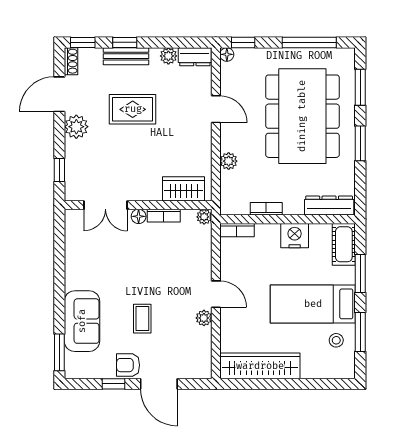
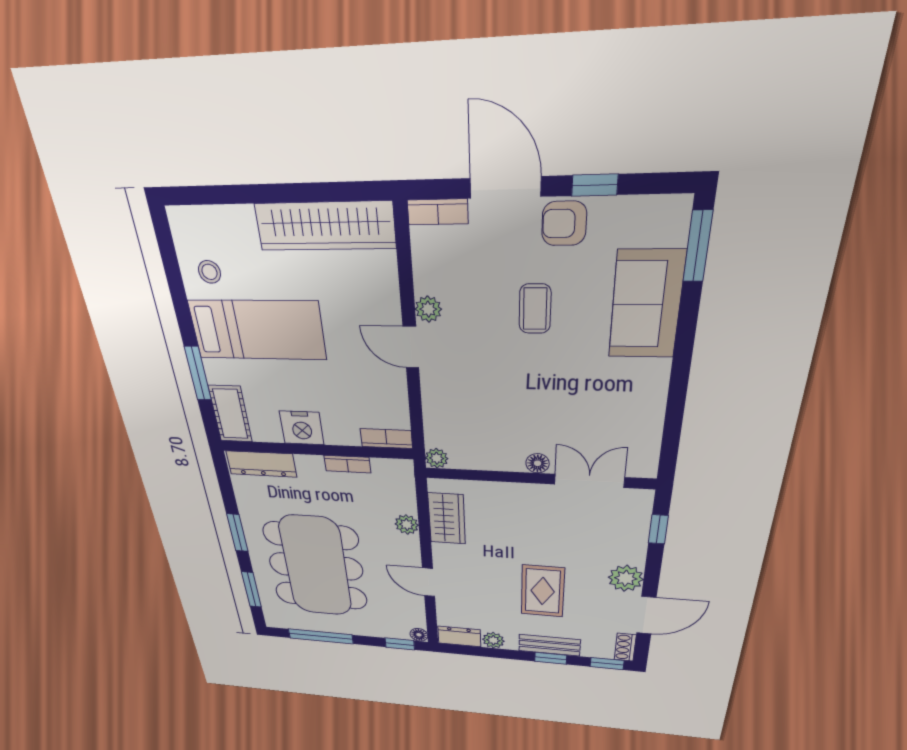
rug: (133, 109) -> (543, 591), turned 90
wardrobe: (184, 189) -> (447, 519), moved, turned -90
bookcase: (164, 216) -> (438, 212), moved, turned 180
window: (360, 332) -> (176, 286), removed
armchair: (128, 365) -> (564, 223), turned 180

